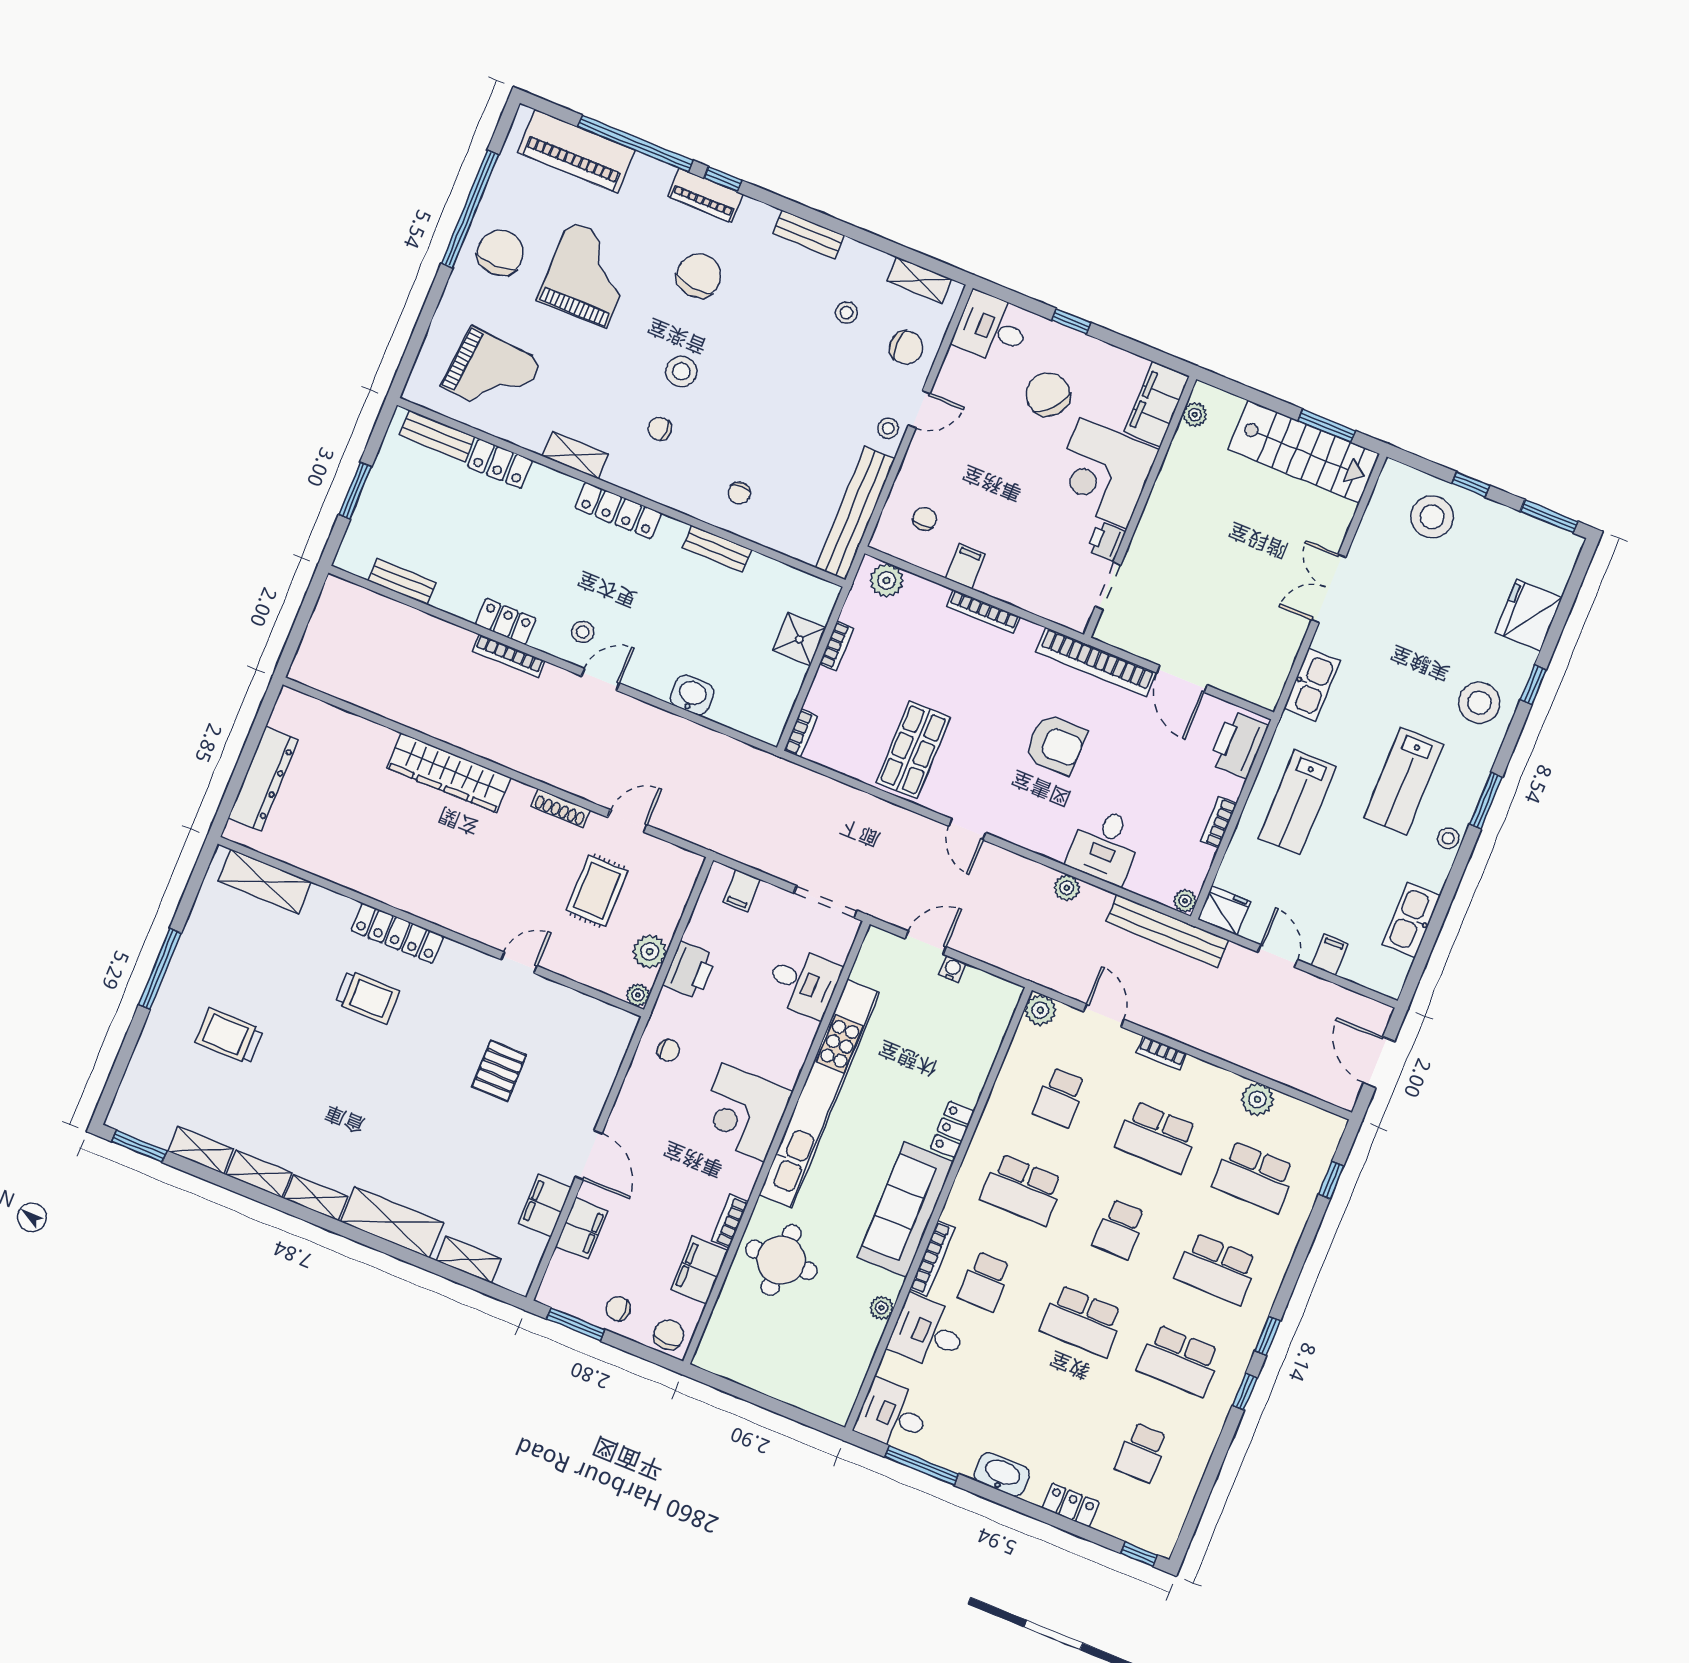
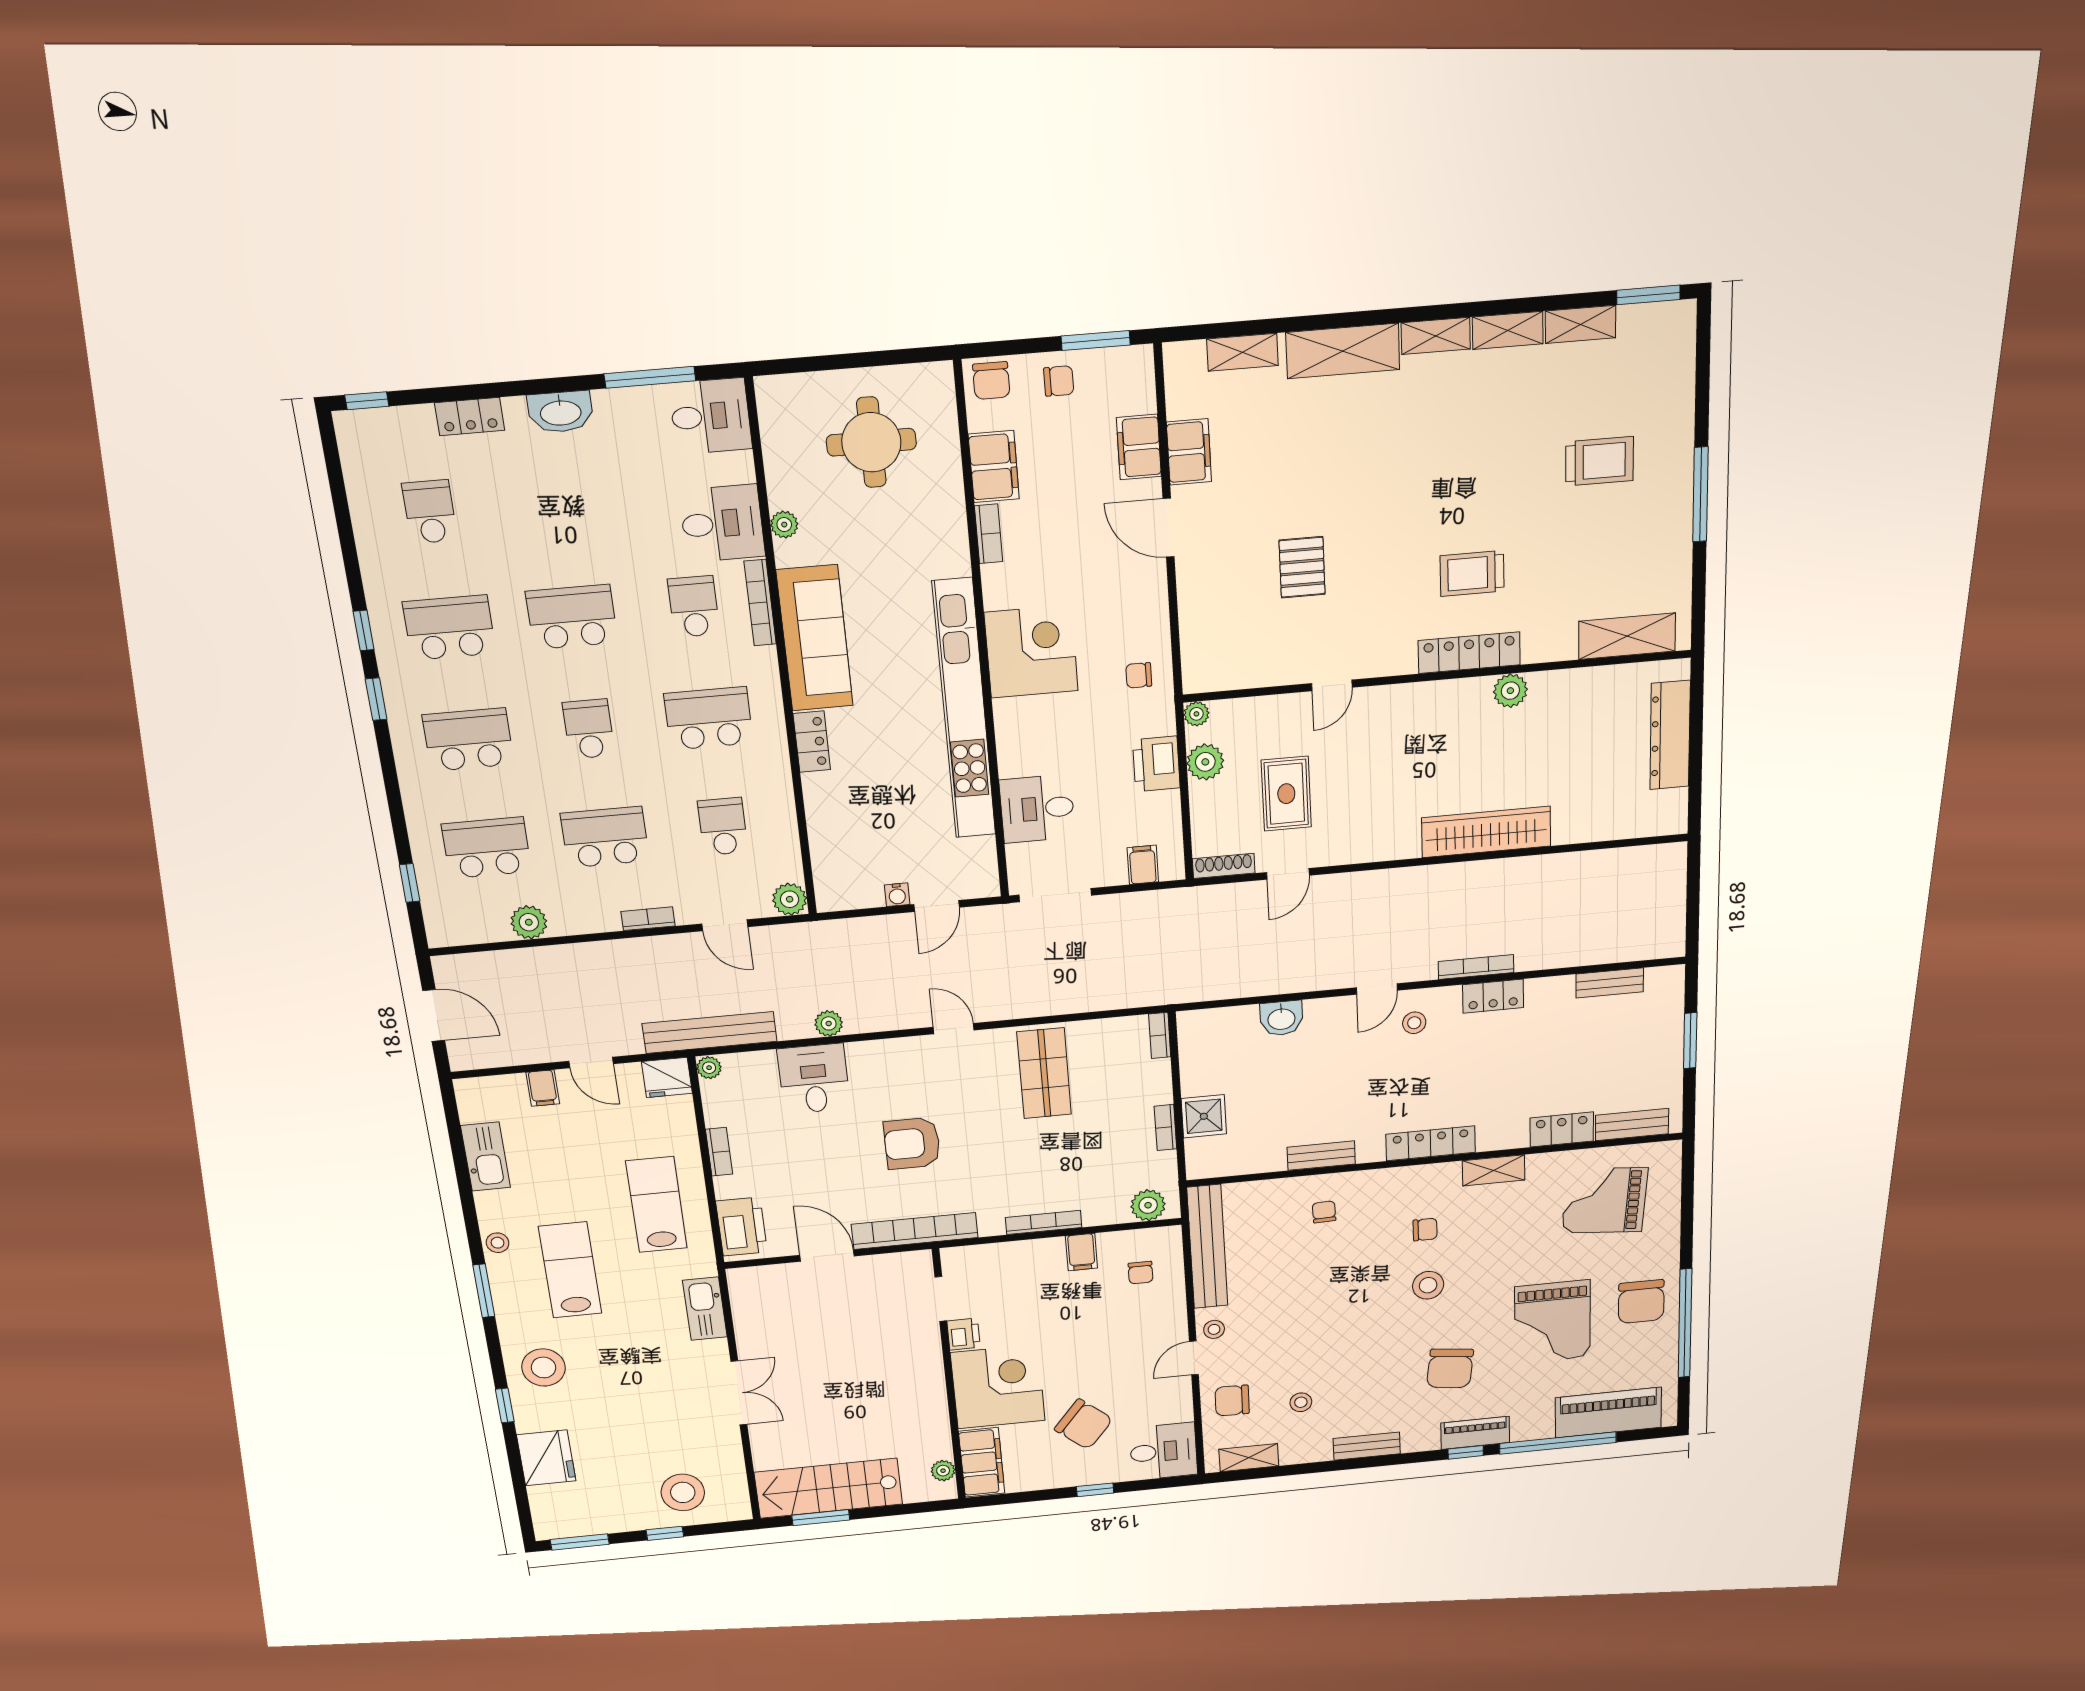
shoe rack: (561, 808) -> (1224, 866), moved
plant: (378, 884) -> (1510, 691), added
round table: (781, 1260) -> (871, 442), moved

